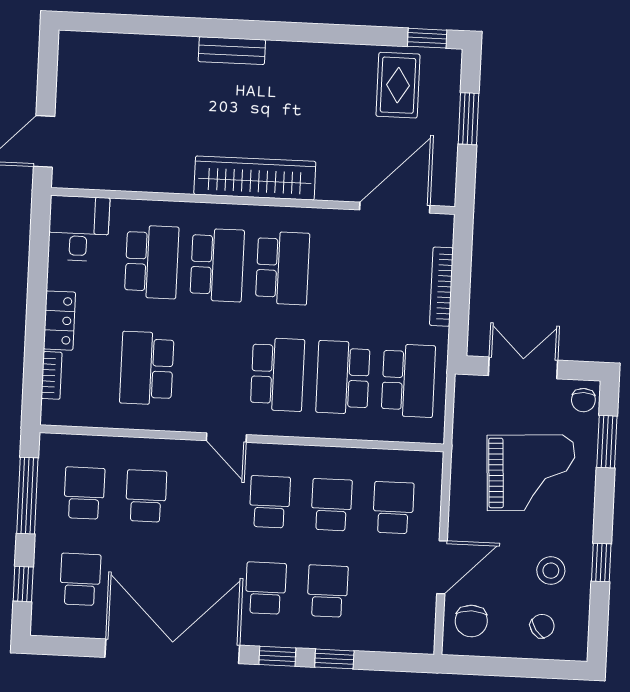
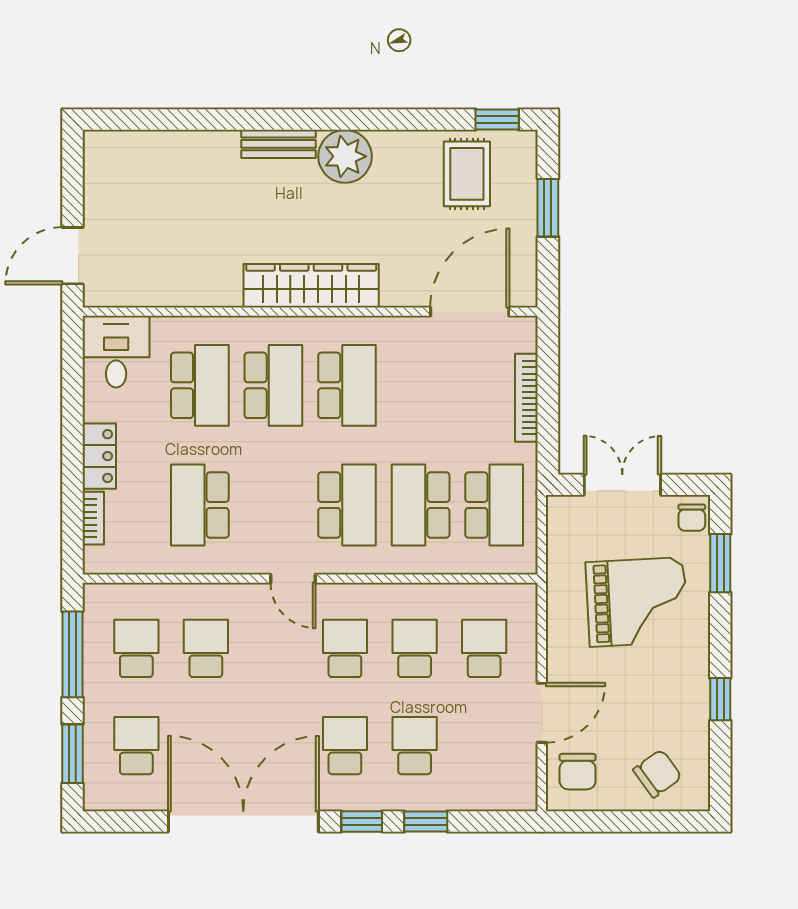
plant: (290, 64) -> (345, 156), added
stool: (551, 571) -> (664, 711), removed
window: (23, 584) -> (73, 754), width x1.50
chair: (542, 626) -> (657, 773), width x1.37, depth x1.37

